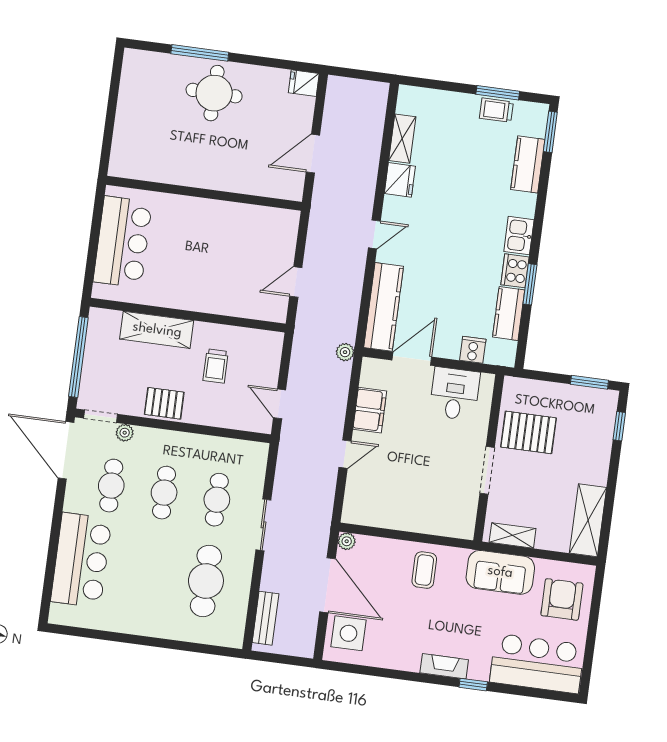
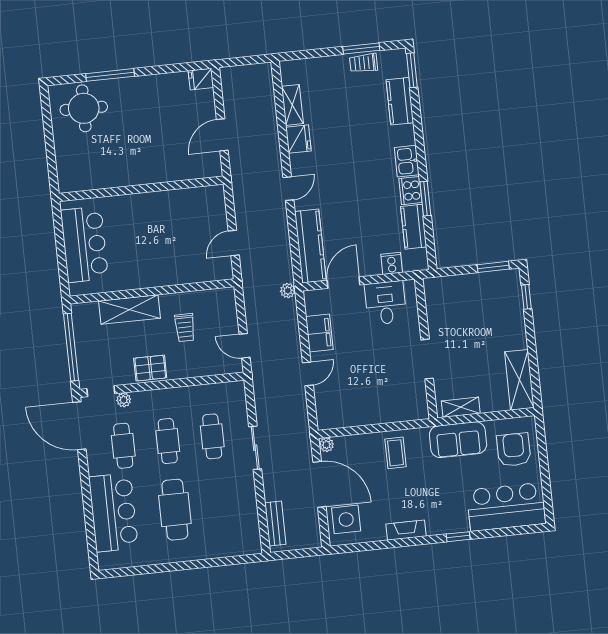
round table: (214, 93) -> (84, 108), moved
pallet: (528, 432) -> (453, 320), removed
cafe table: (206, 581) -> (175, 510), moved
fireplace: (444, 666) -> (406, 530), moved

